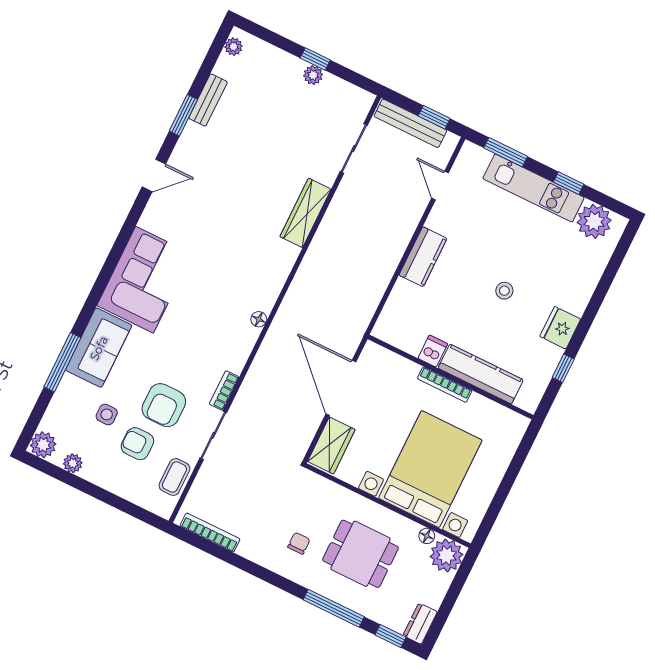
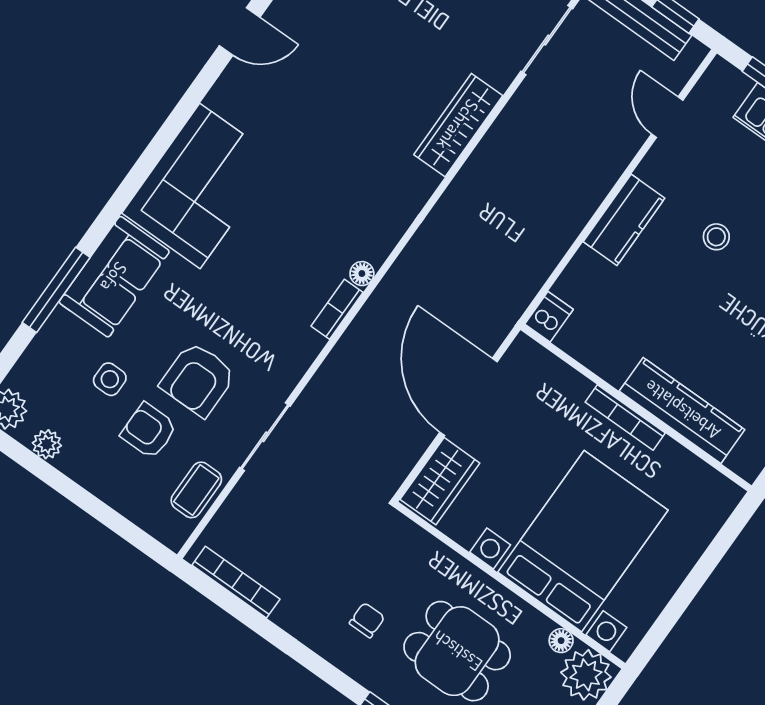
stool: (504, 291) -> (716, 237), moved
dishwasher: (433, 351) -> (549, 317), moved
bookcase: (224, 391) -> (337, 309), moved

